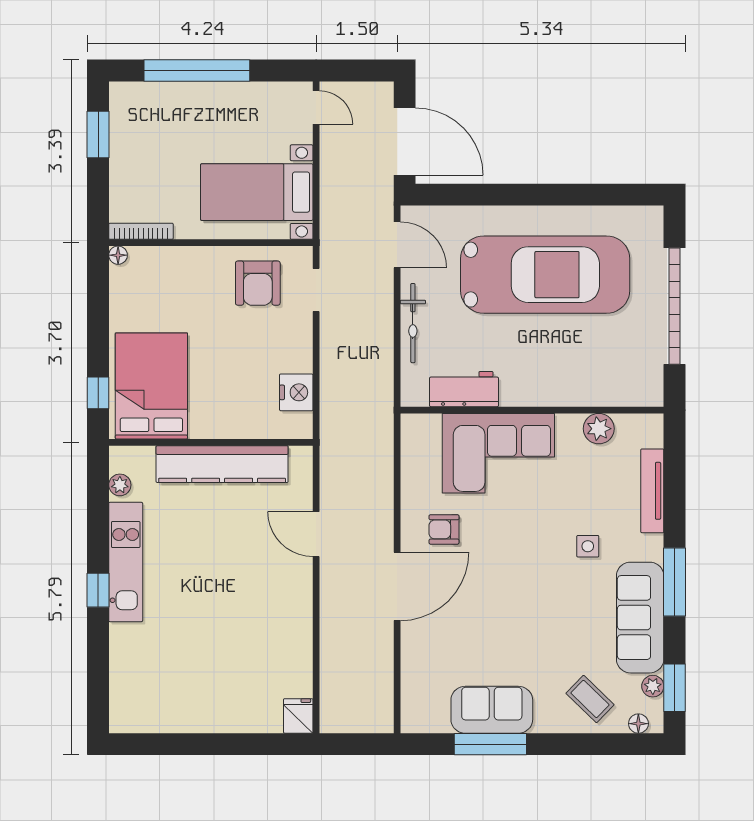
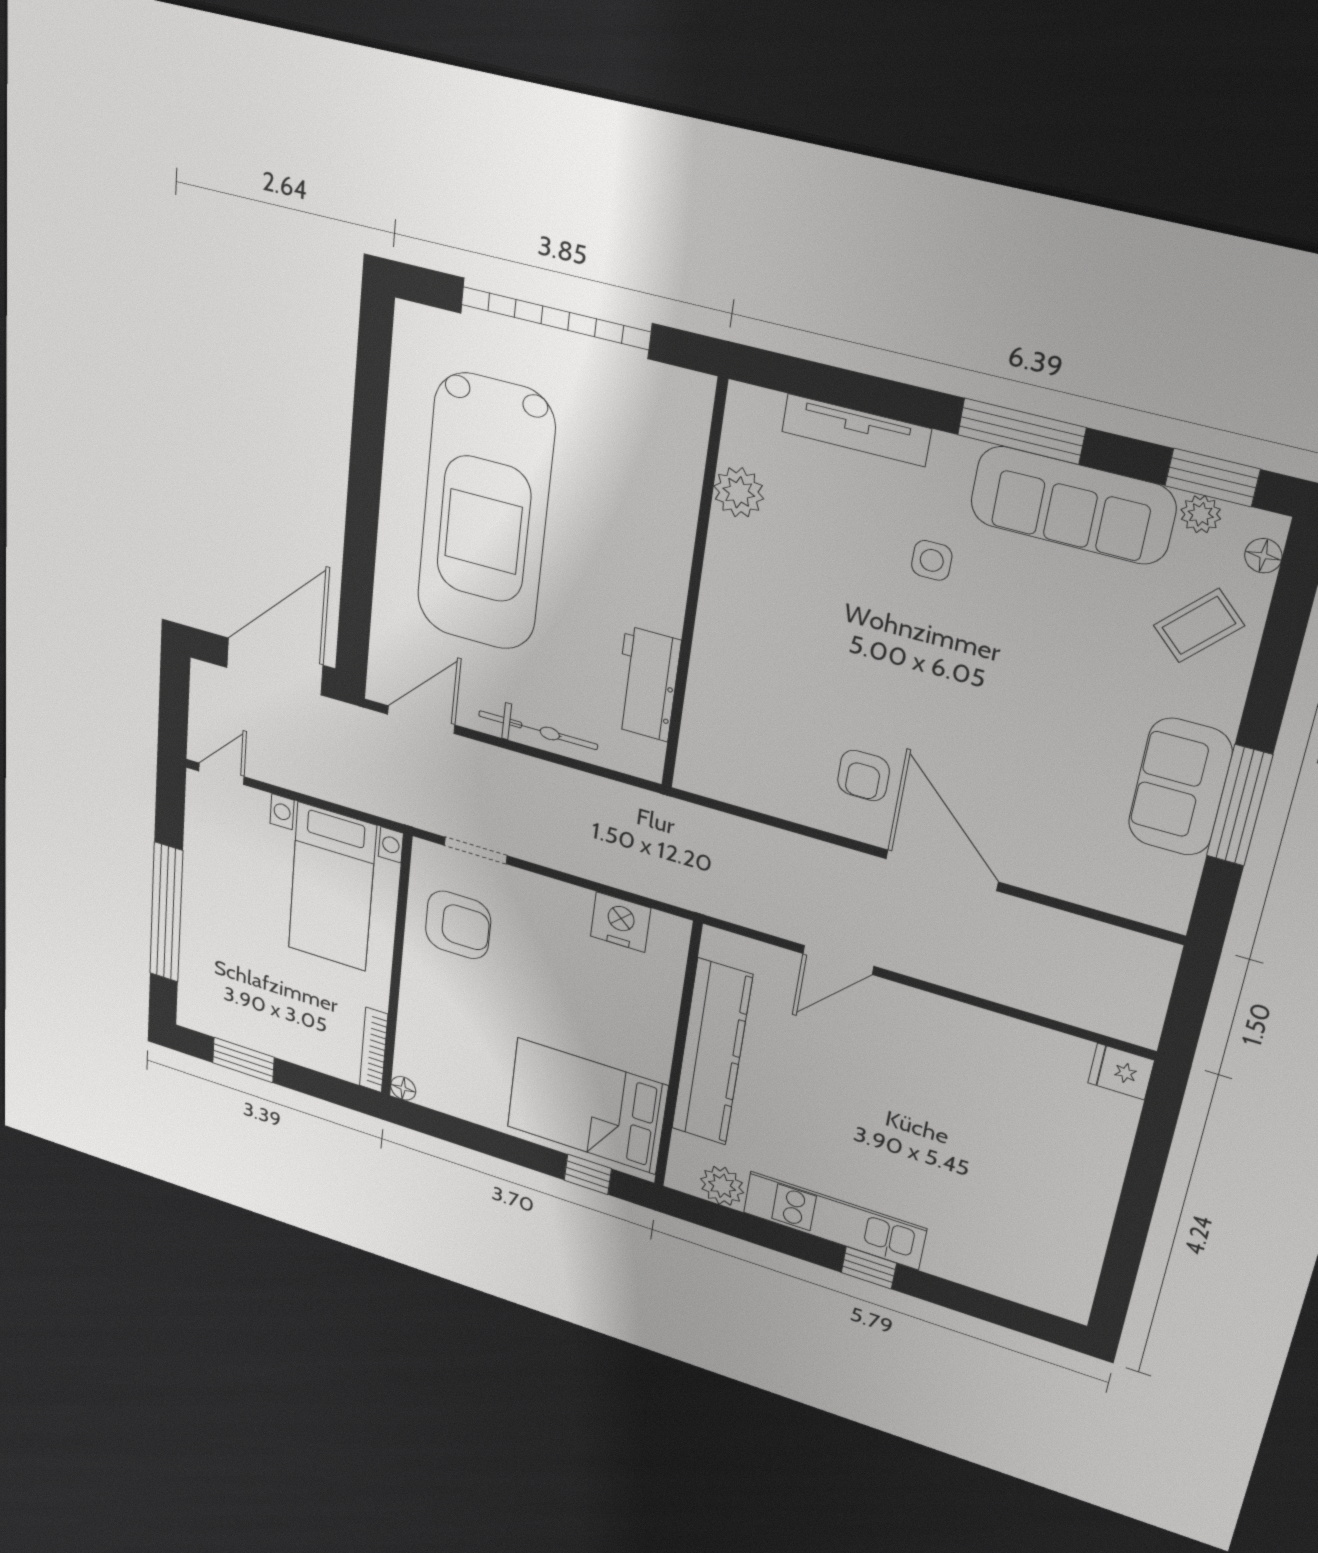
car: (545, 275) -> (485, 513), turned 180
corner sofa: (498, 453) -> (755, 660), removed
plant: (120, 485) -> (722, 1186), width x1.38, depth x1.38

